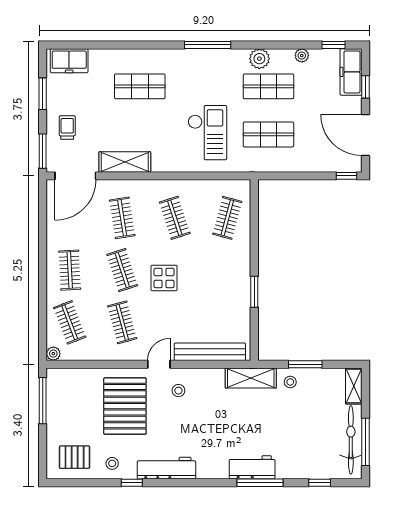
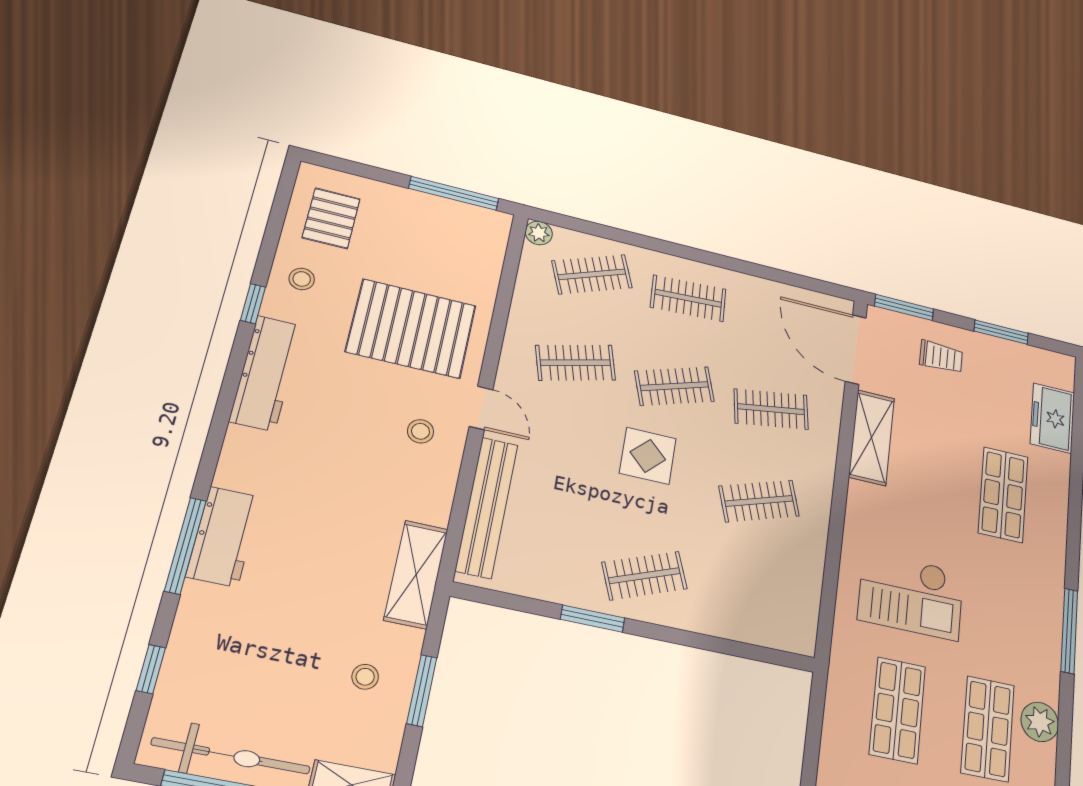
freezer: (69, 61) -> (1052, 418), moved
clothes rail: (227, 218) -> (644, 576), moved, turned -36
stool: (290, 382) -> (365, 677), moved

